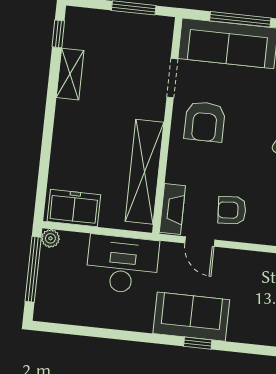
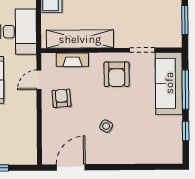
armchair: (205, 122) -> (117, 74), turned -90
fireplace: (172, 209) -> (72, 60), moved

